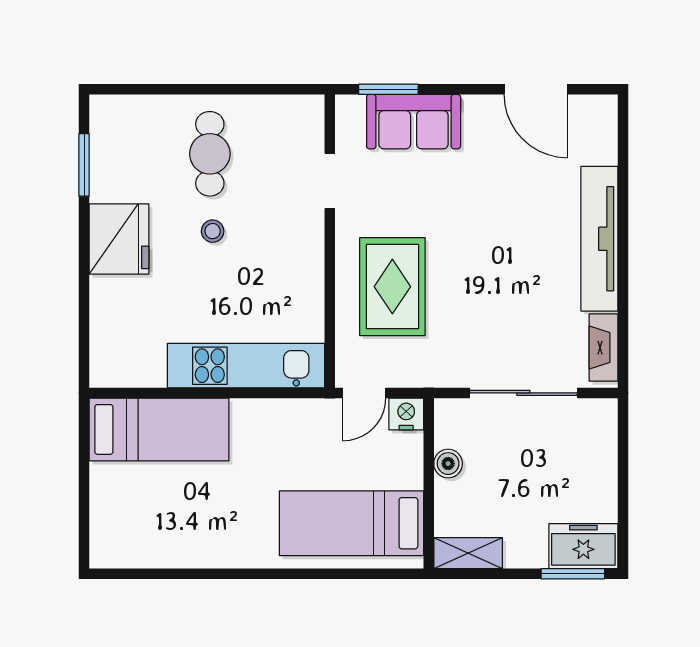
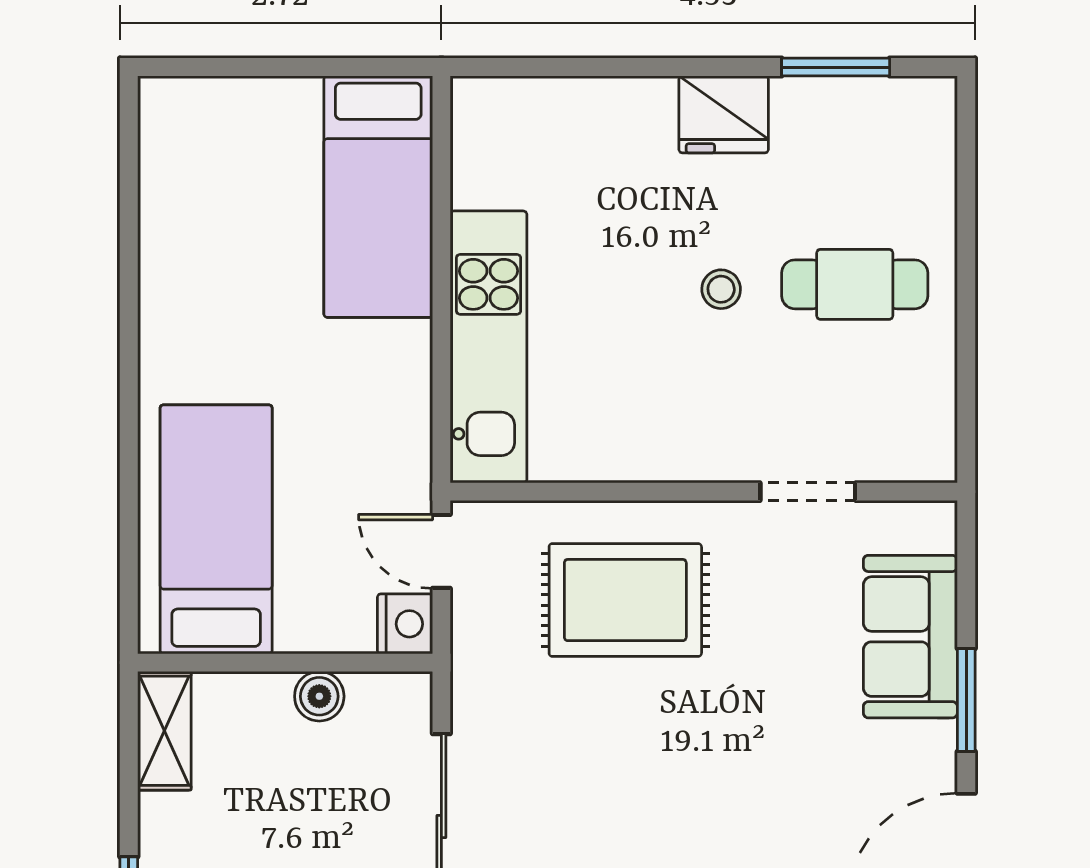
window: (388, 89) -> (966, 700), moved
fridge: (119, 239) -> (724, 114), width x0.73, depth x0.75

